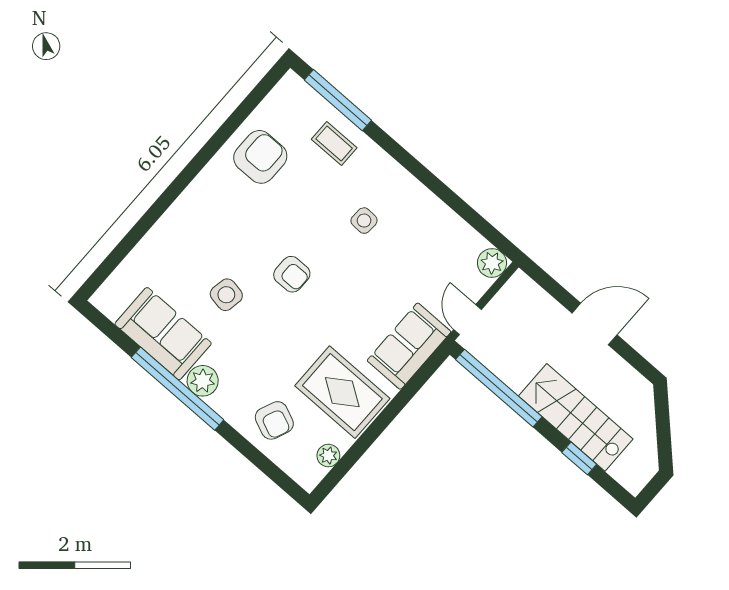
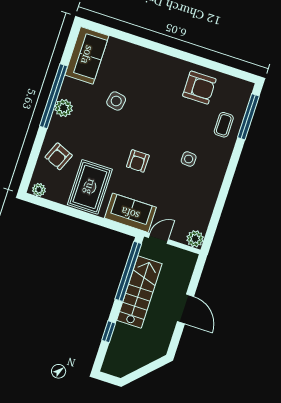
armchair: (292, 274) -> (138, 161), moved
sofa: (163, 334) -> (87, 55), moved
stairs: (576, 417) -> (139, 292), moved
plant: (328, 456) -> (39, 190), moved

